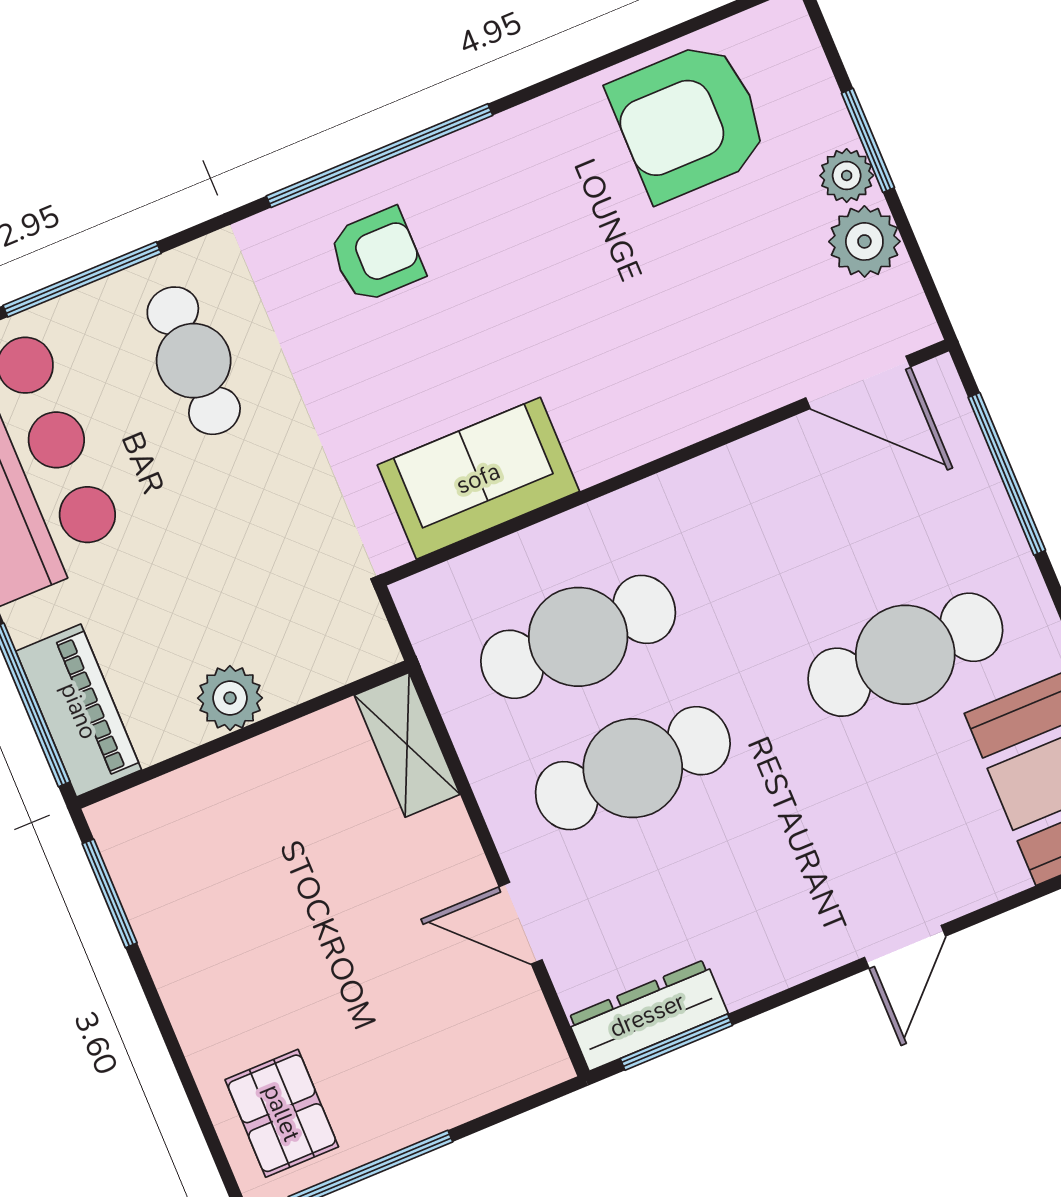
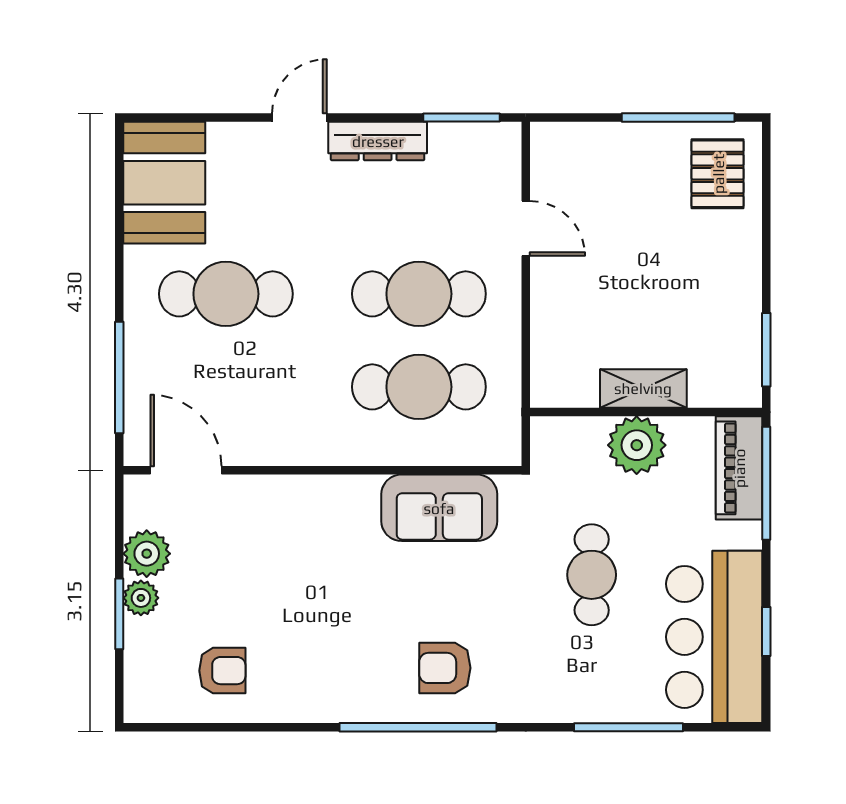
armchair: (689, 121) -> (222, 671), width x0.53, depth x0.53
cafe table: (194, 361) -> (592, 575), moved
plant: (230, 698) -> (637, 445), width x1.36, depth x1.36
shelving: (407, 745) -> (643, 388), moved, turned 90
dresser: (647, 1015) -> (378, 141), moved

